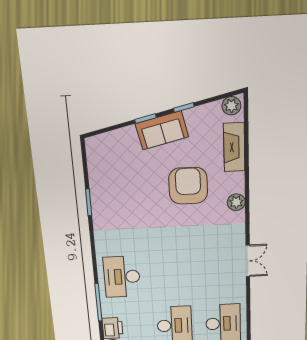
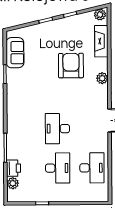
sofa: (162, 130) -> (15, 53), moved, turned -77
desk: (122, 277) -> (57, 129), moved

